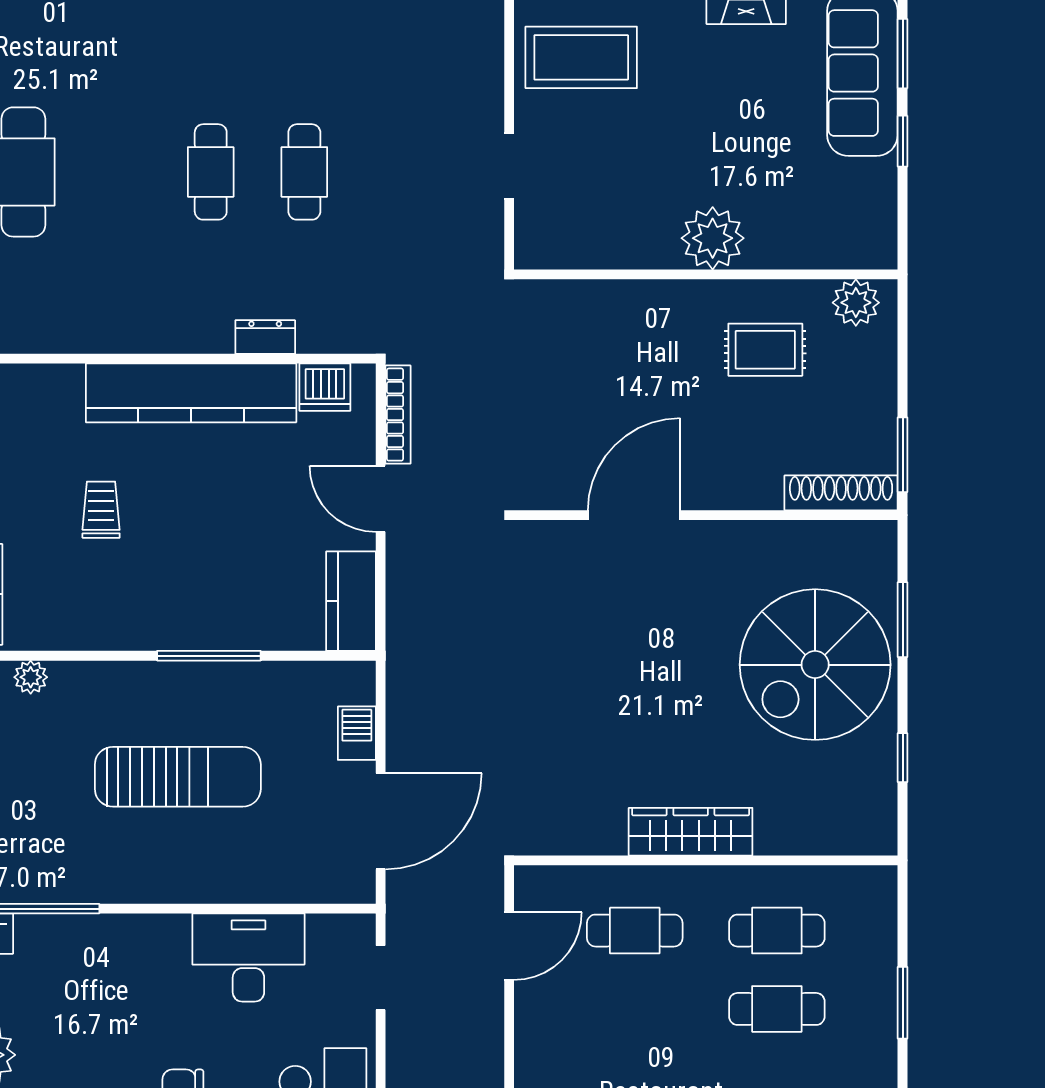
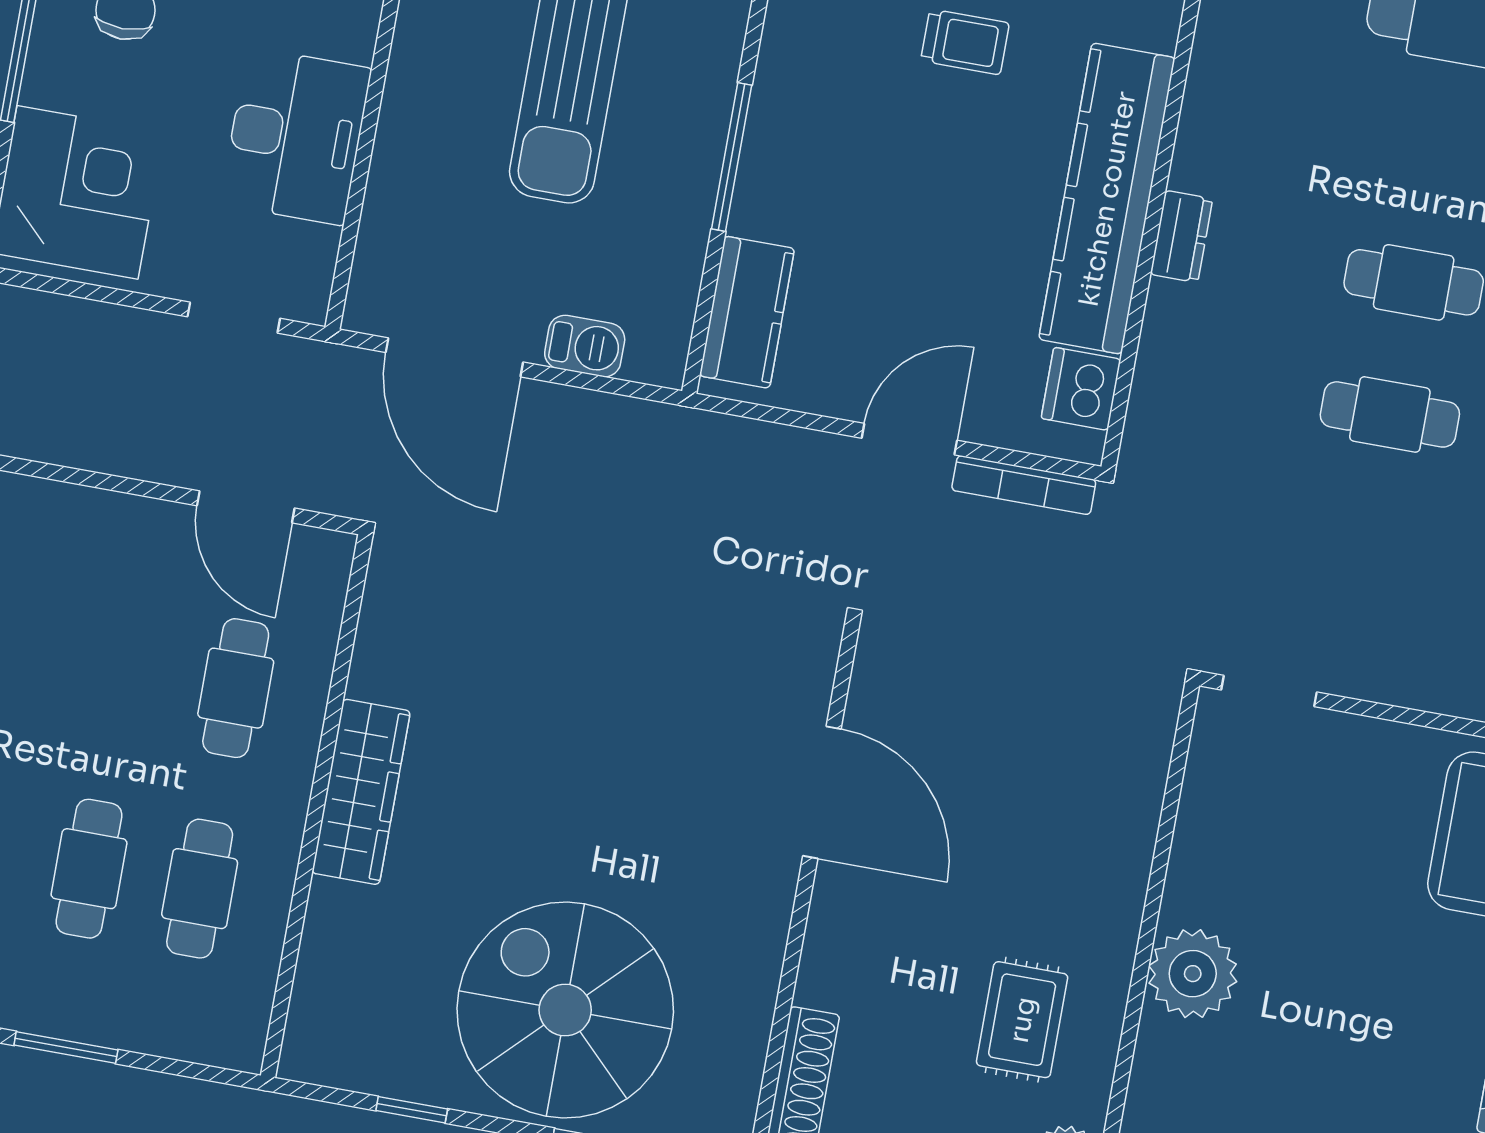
doorway: (509, 166) -> (1269, 691), moved
dresser: (265, 337) -> (1182, 237), moved
kitchen counter: (351, 601) -> (747, 312), moved, turned 90

